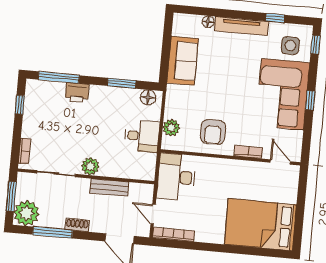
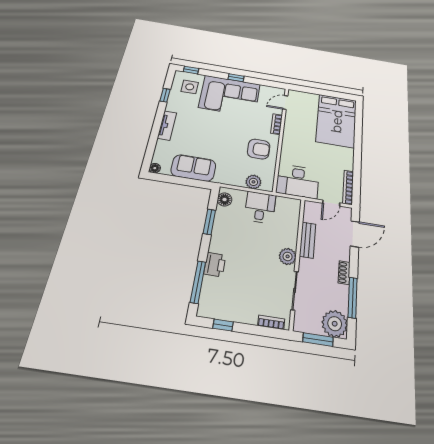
floor lamp: (208, 22) -> (155, 168), moved
tv unit: (241, 26) -> (167, 126), width x0.71

